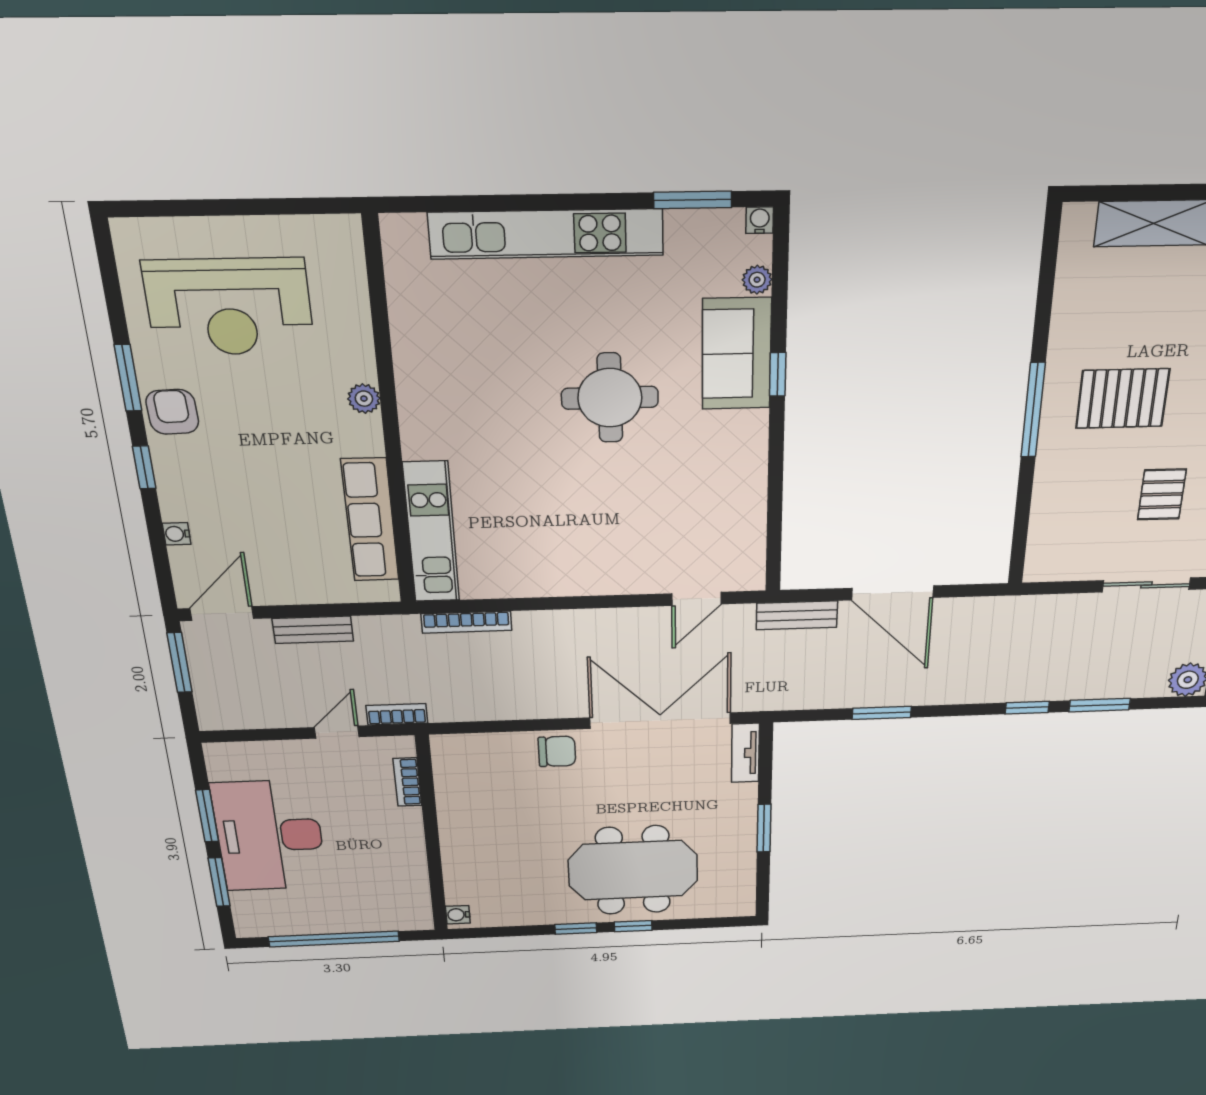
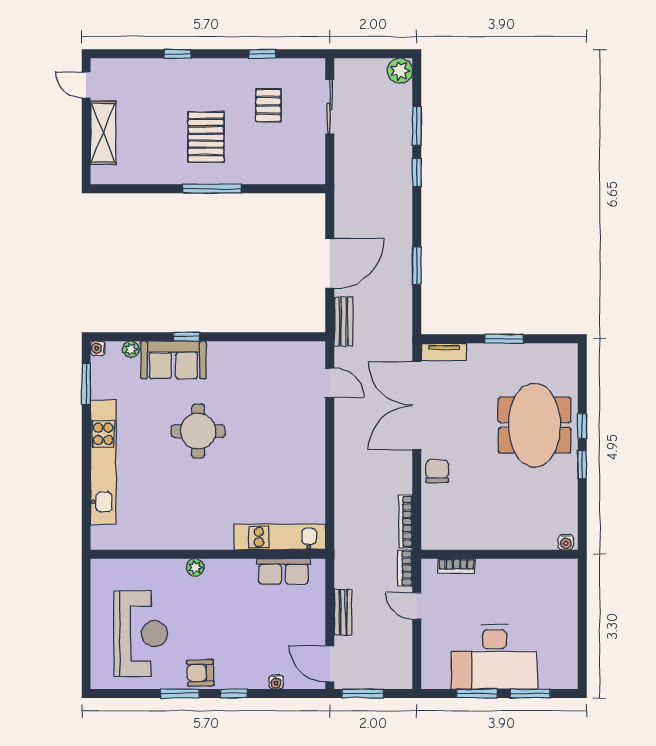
pallet: (1162, 494) -> (268, 106), turned 90
row of seats: (370, 520) -> (284, 571), width x0.68
bookcase: (466, 622) -> (406, 522), moved, turned 180
window: (334, 939) -> (582, 625), removed

